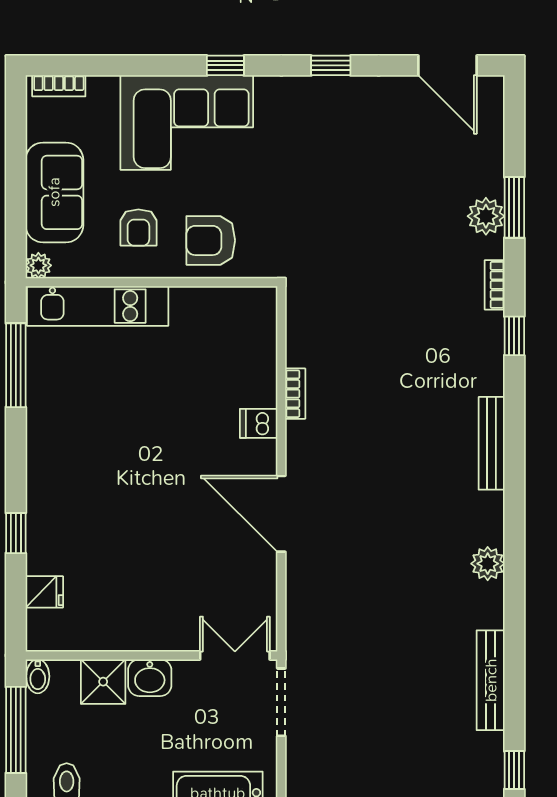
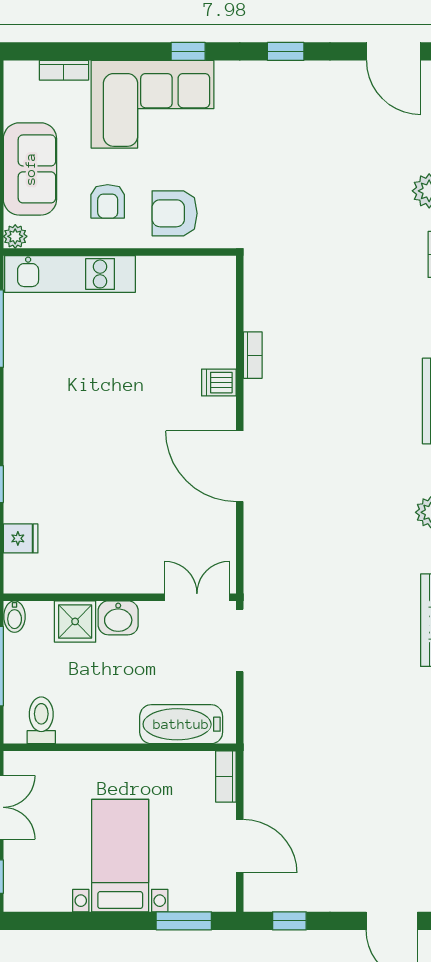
bookcase: (59, 86) -> (64, 70), moved

